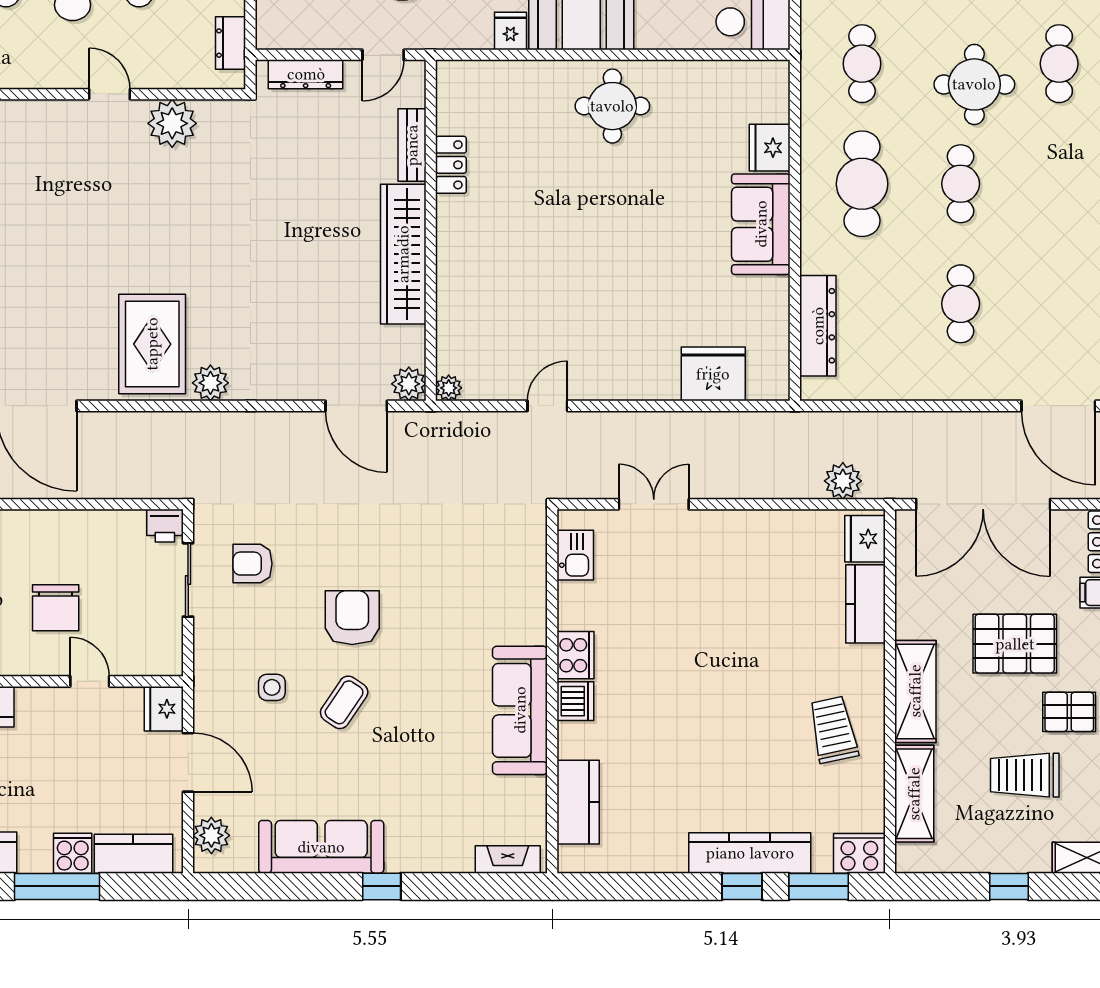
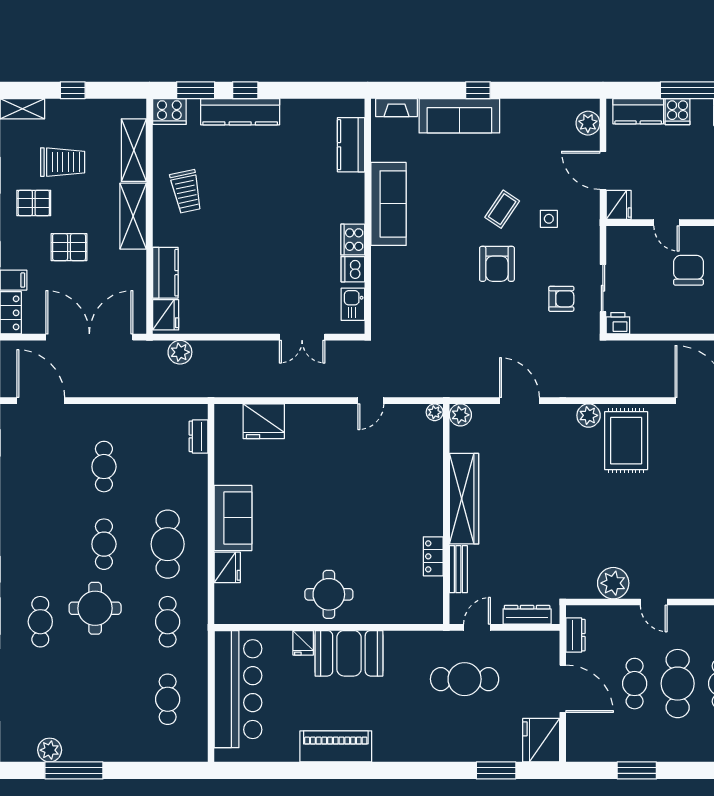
fridge: (510, 31) -> (303, 643), moved
dresser: (818, 326) -> (198, 436), width x0.51, depth x0.80
door: (356, 406) -> (519, 401), moved
pallet: (1015, 644) -> (69, 247), width x0.67, depth x0.71
dishwasher: (575, 701) -> (353, 269), moved
sofa: (321, 847) -> (459, 116), moved

